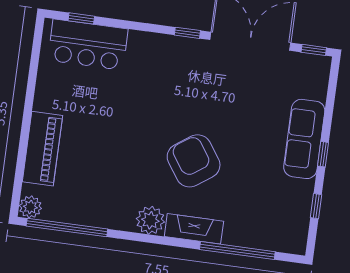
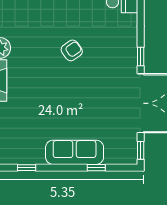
window: (323, 154) -> (96, 168), moved
armchair: (194, 161) -> (72, 50), moved, width x0.53, depth x0.53

